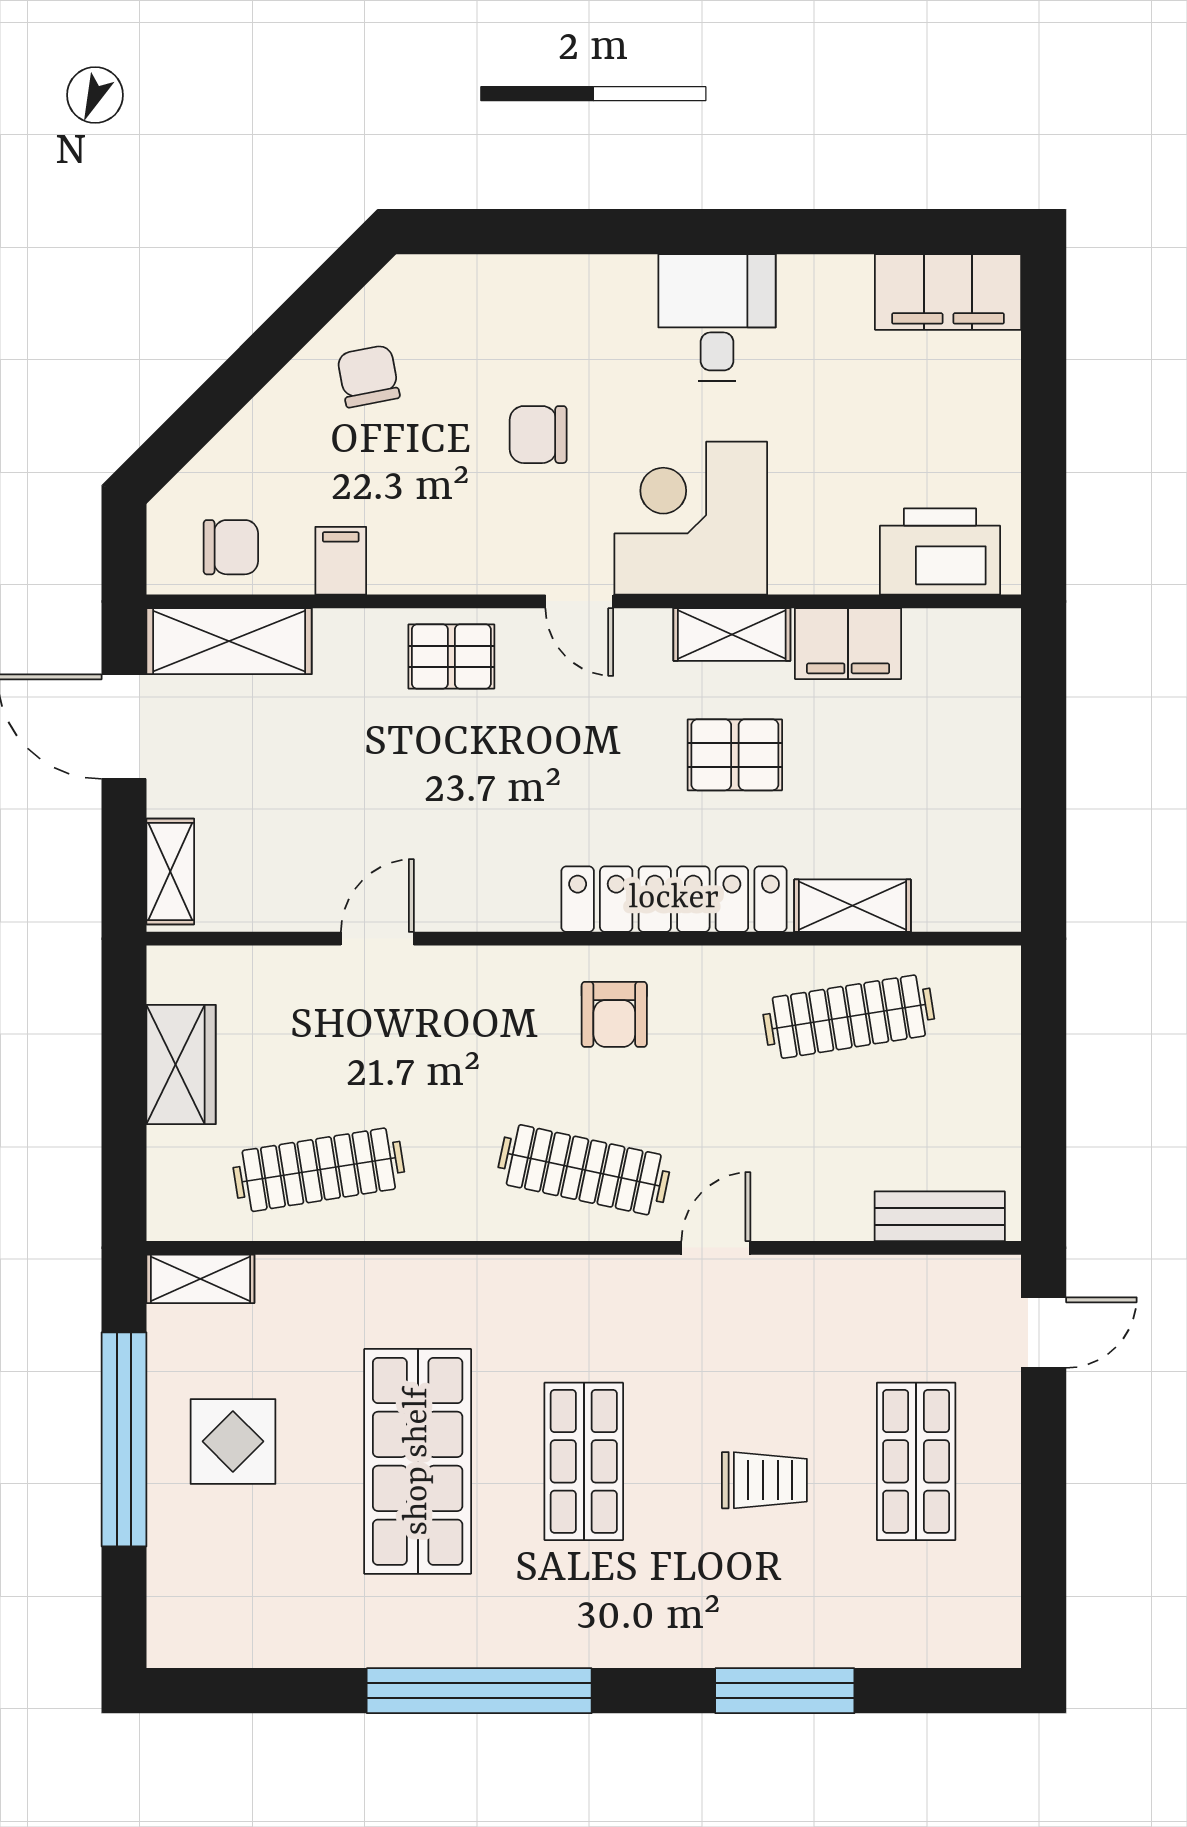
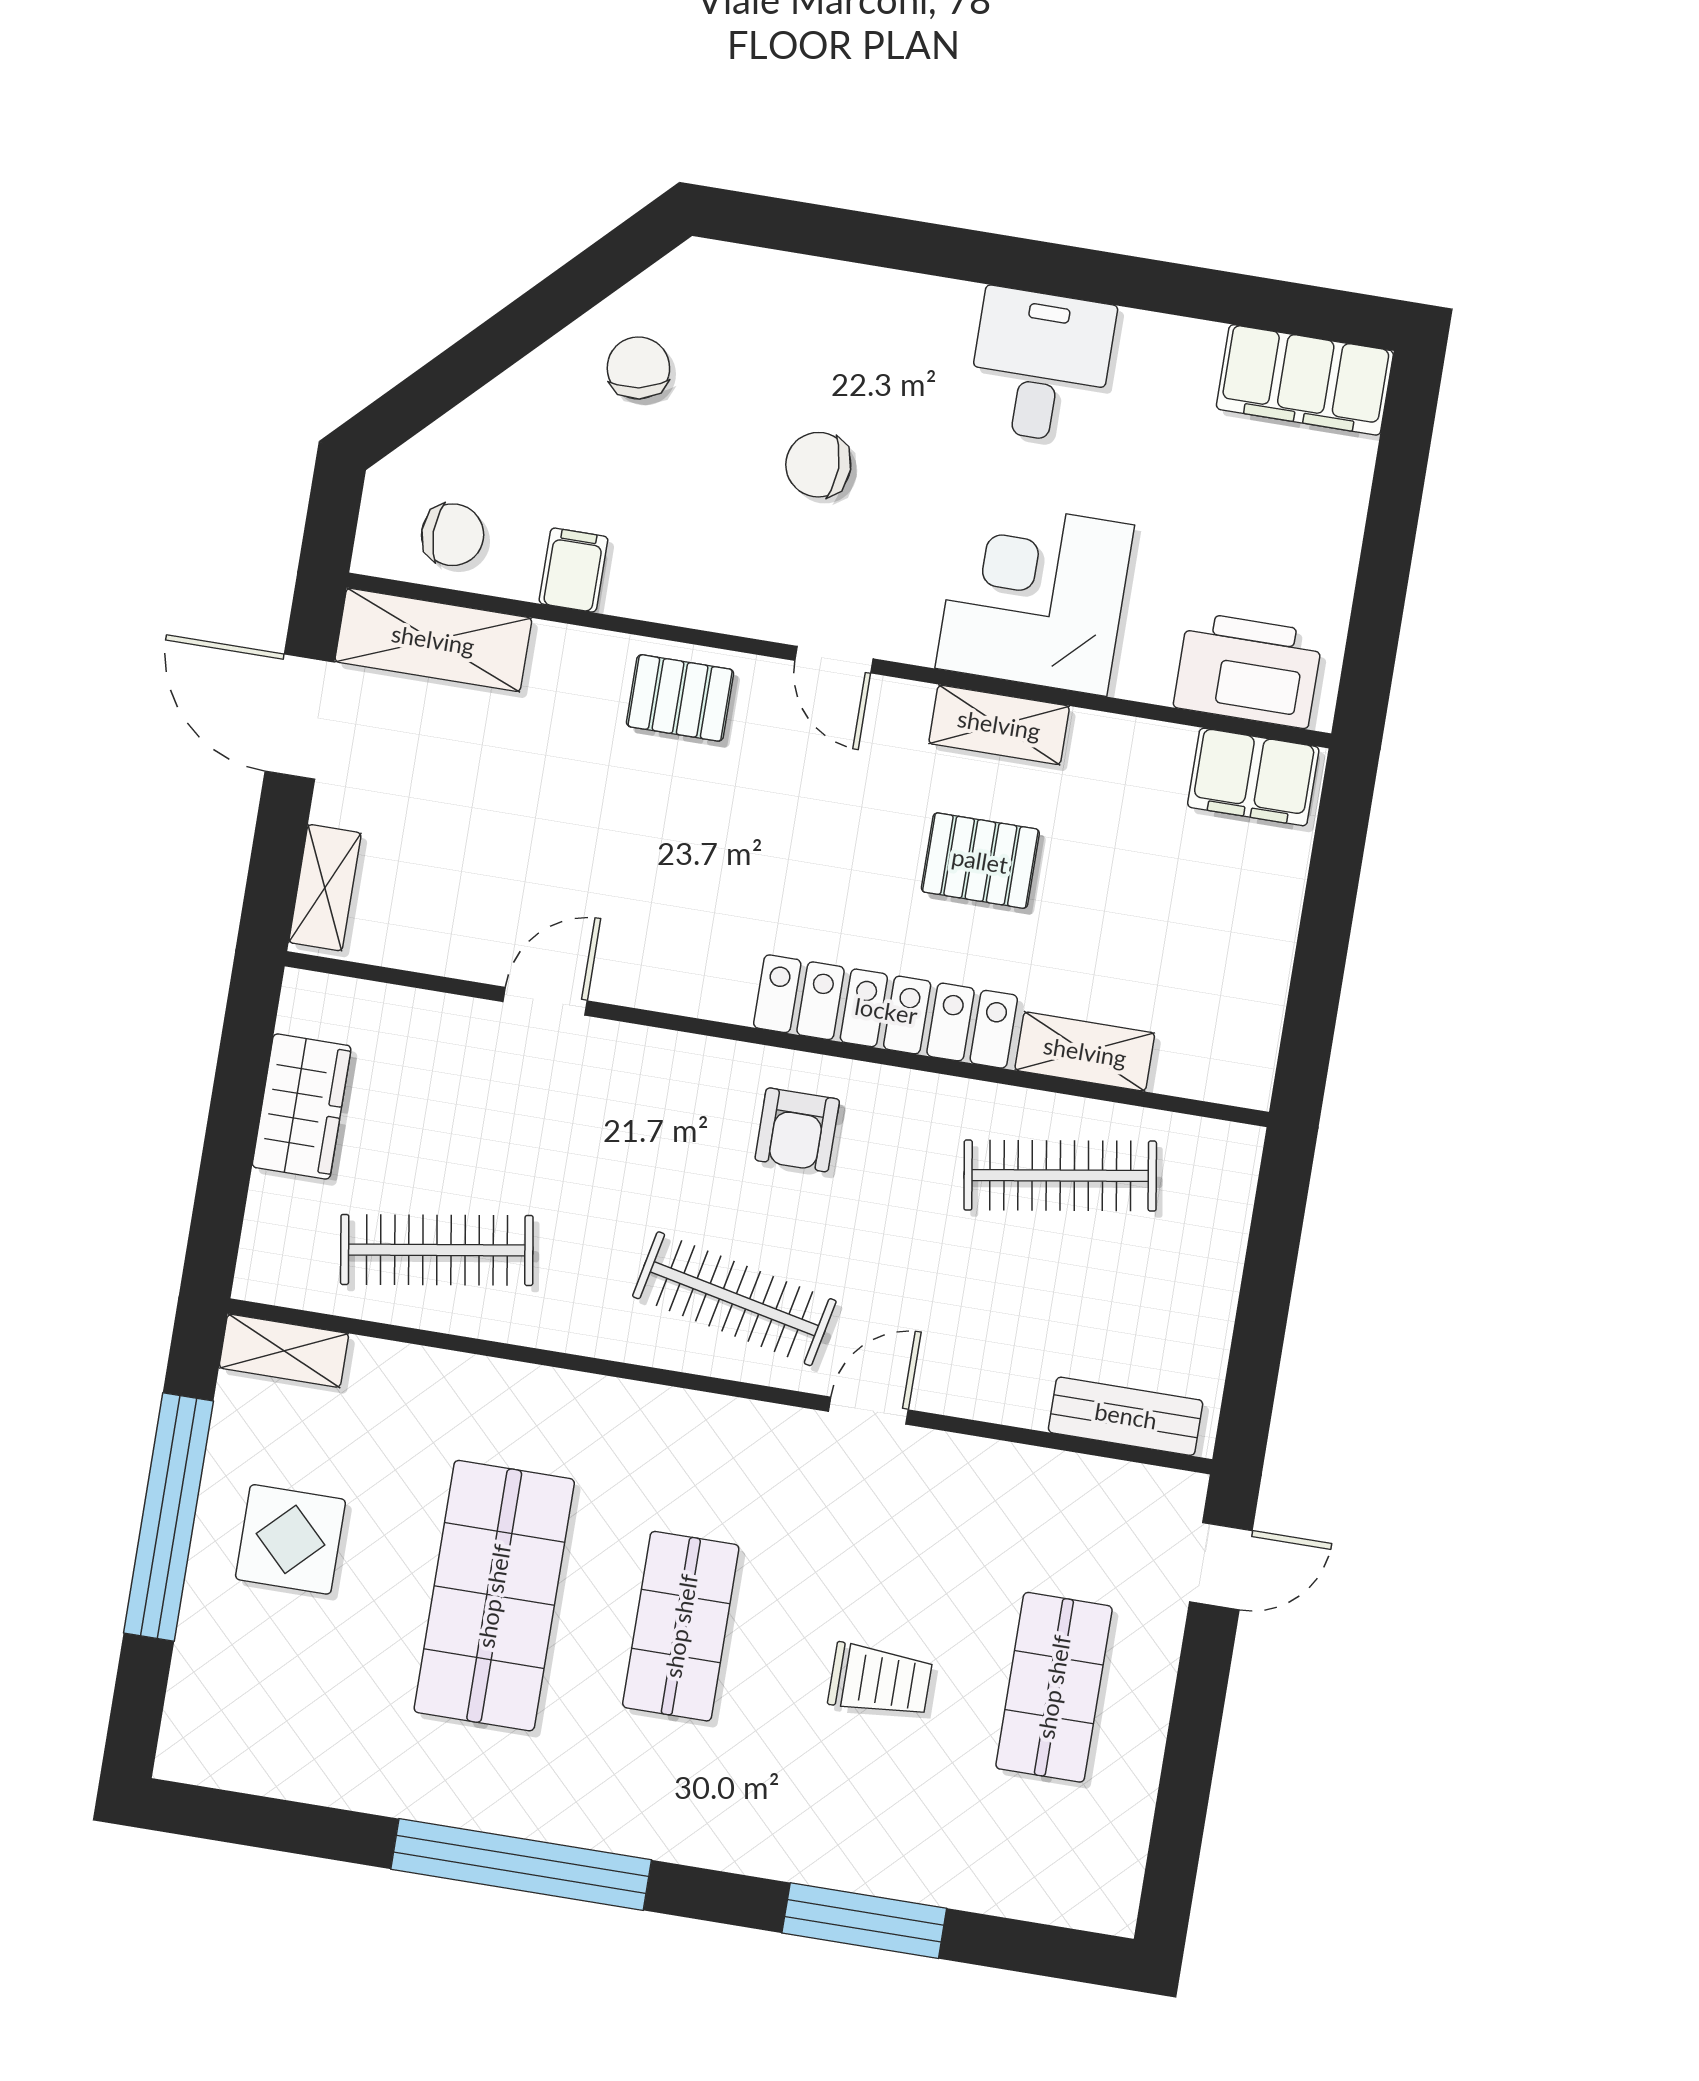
corner desk: (691, 518) -> (1035, 597), moved
filing cabinet: (848, 644) -> (1253, 777), moved

